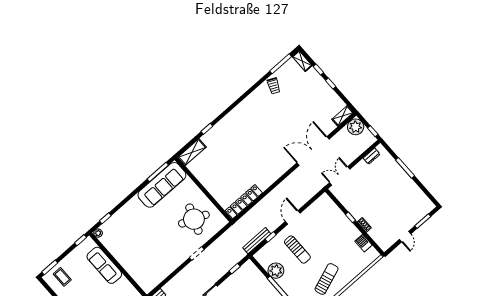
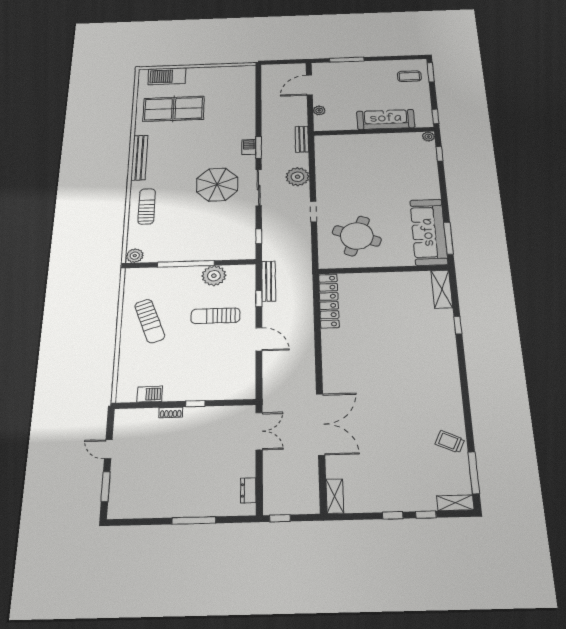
plant: (356, 127) -> (298, 177), moved

